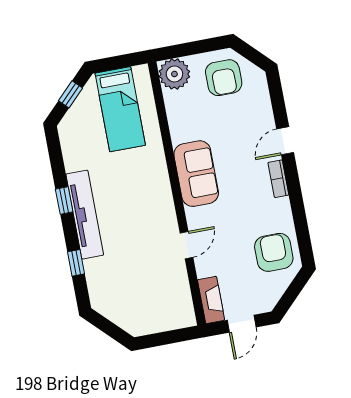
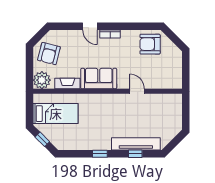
armchair: (224, 78) -> (49, 54), turned 104
tv unit: (85, 215) -> (136, 144), moved
fireplace: (211, 300) -> (67, 83), moved
door: (242, 324) -> (186, 69), removed

